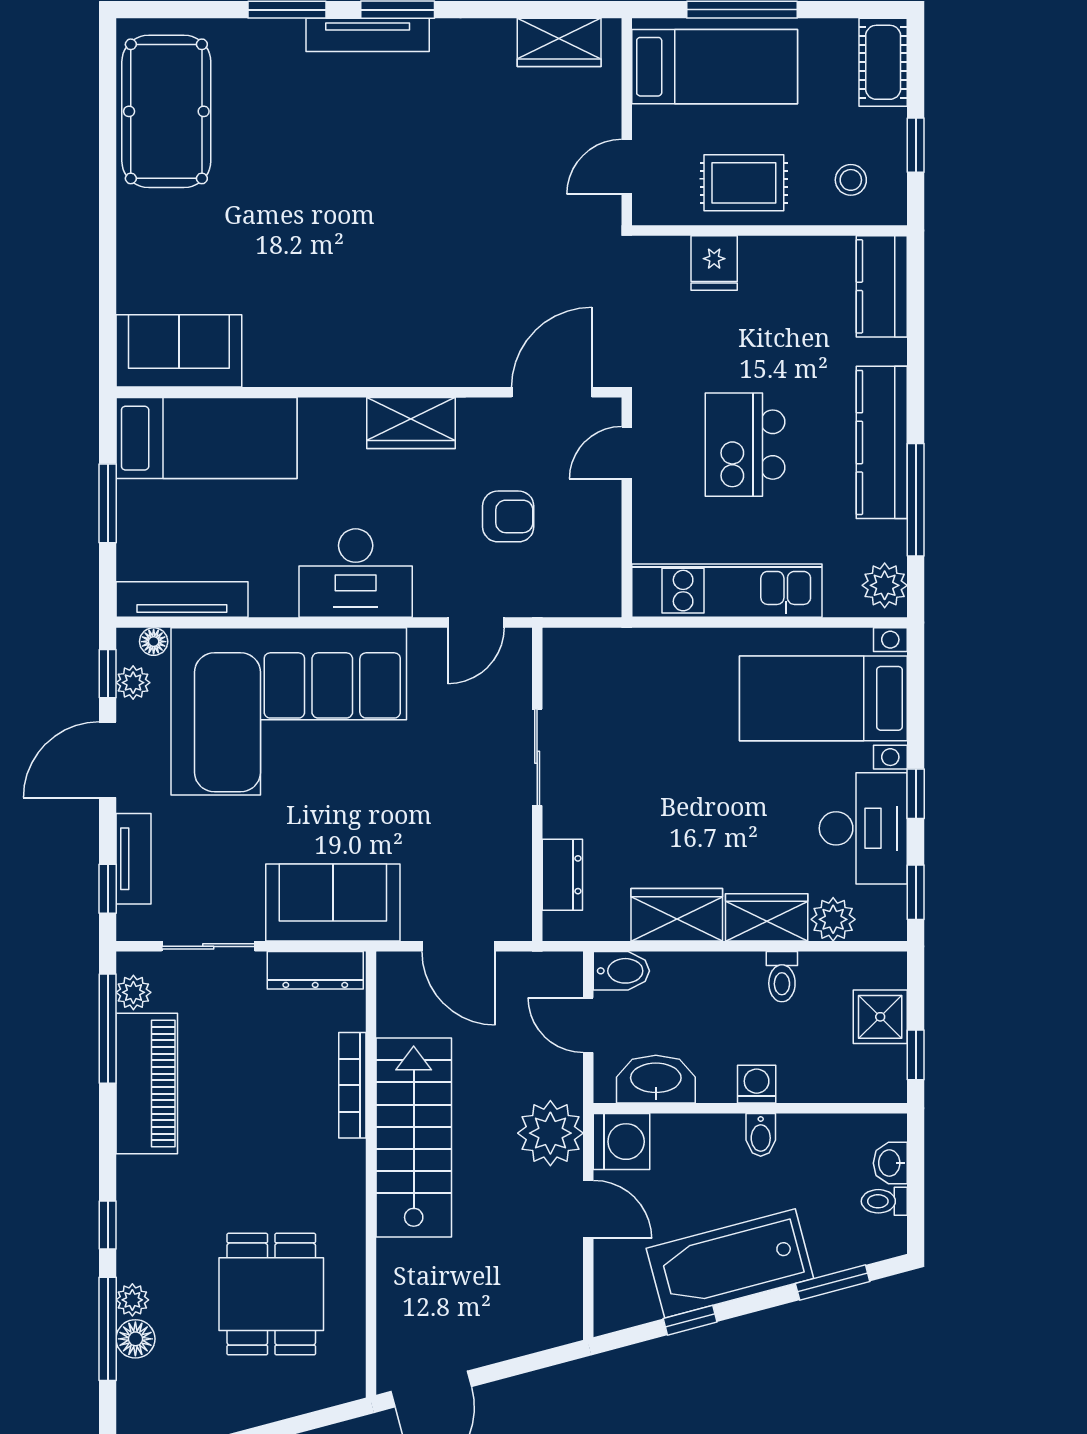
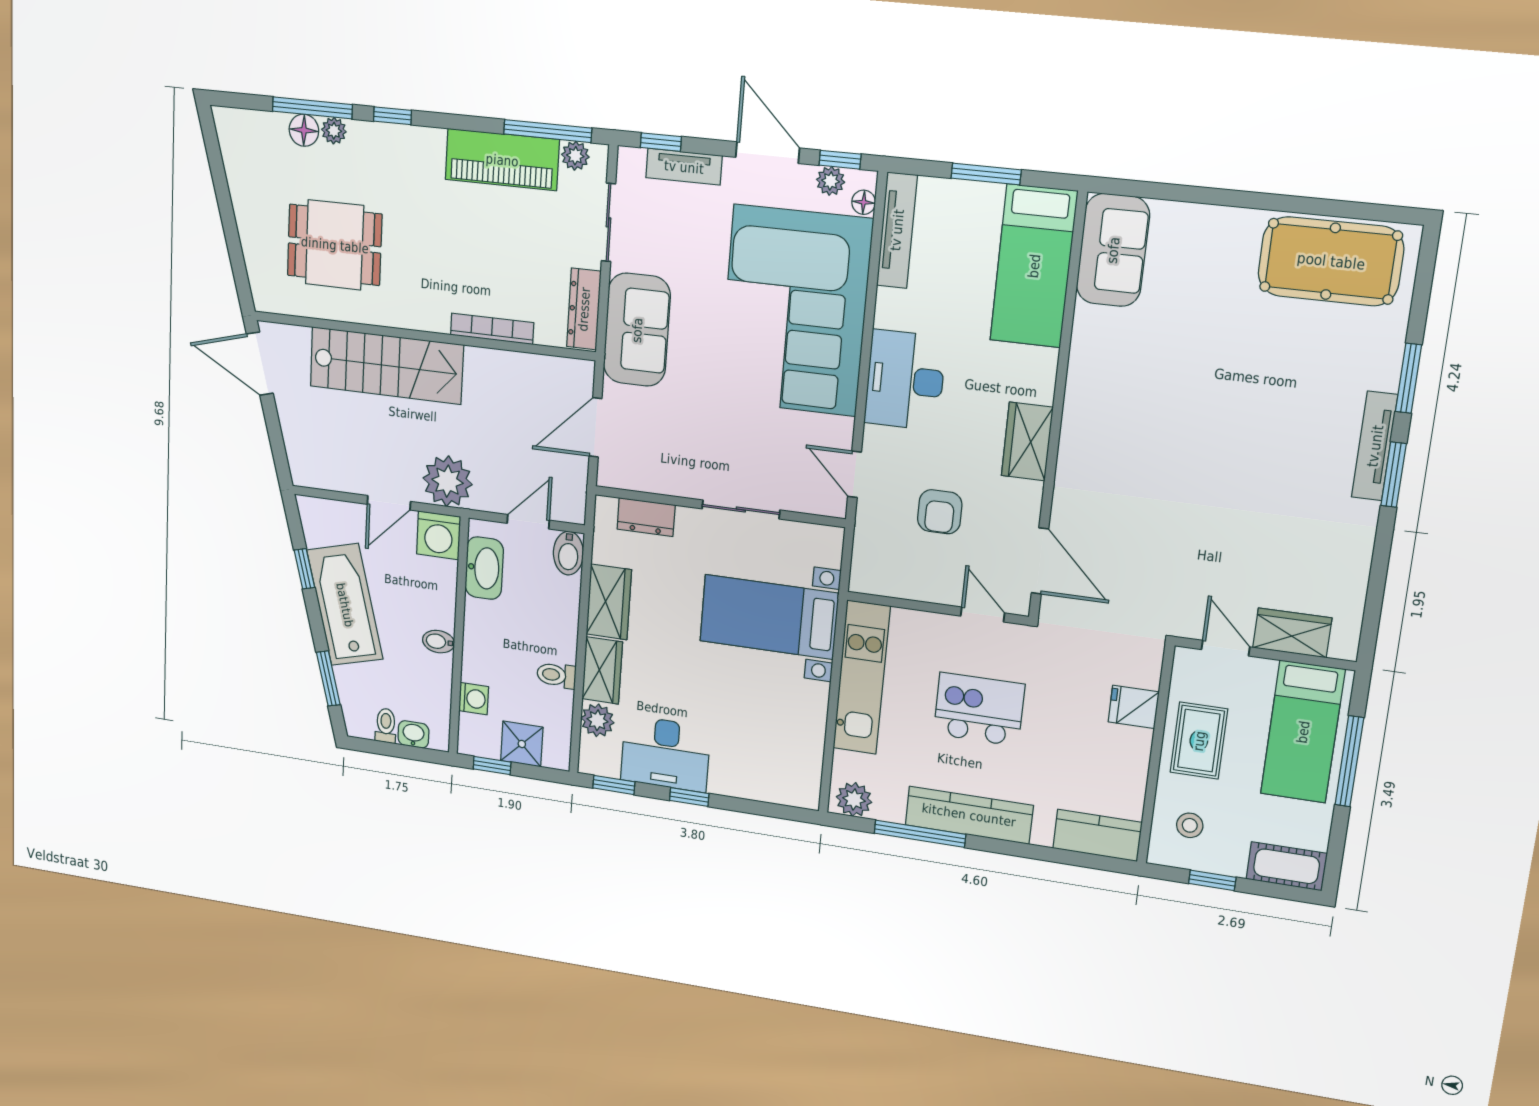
wardrobe: (559, 42) -> (1292, 633), moved, turned 90
bed with nightstands: (823, 698) -> (769, 617), moved, turned -90
washing machine: (757, 1084) -> (474, 699), moved
stairs: (414, 1138) -> (386, 365), moved

